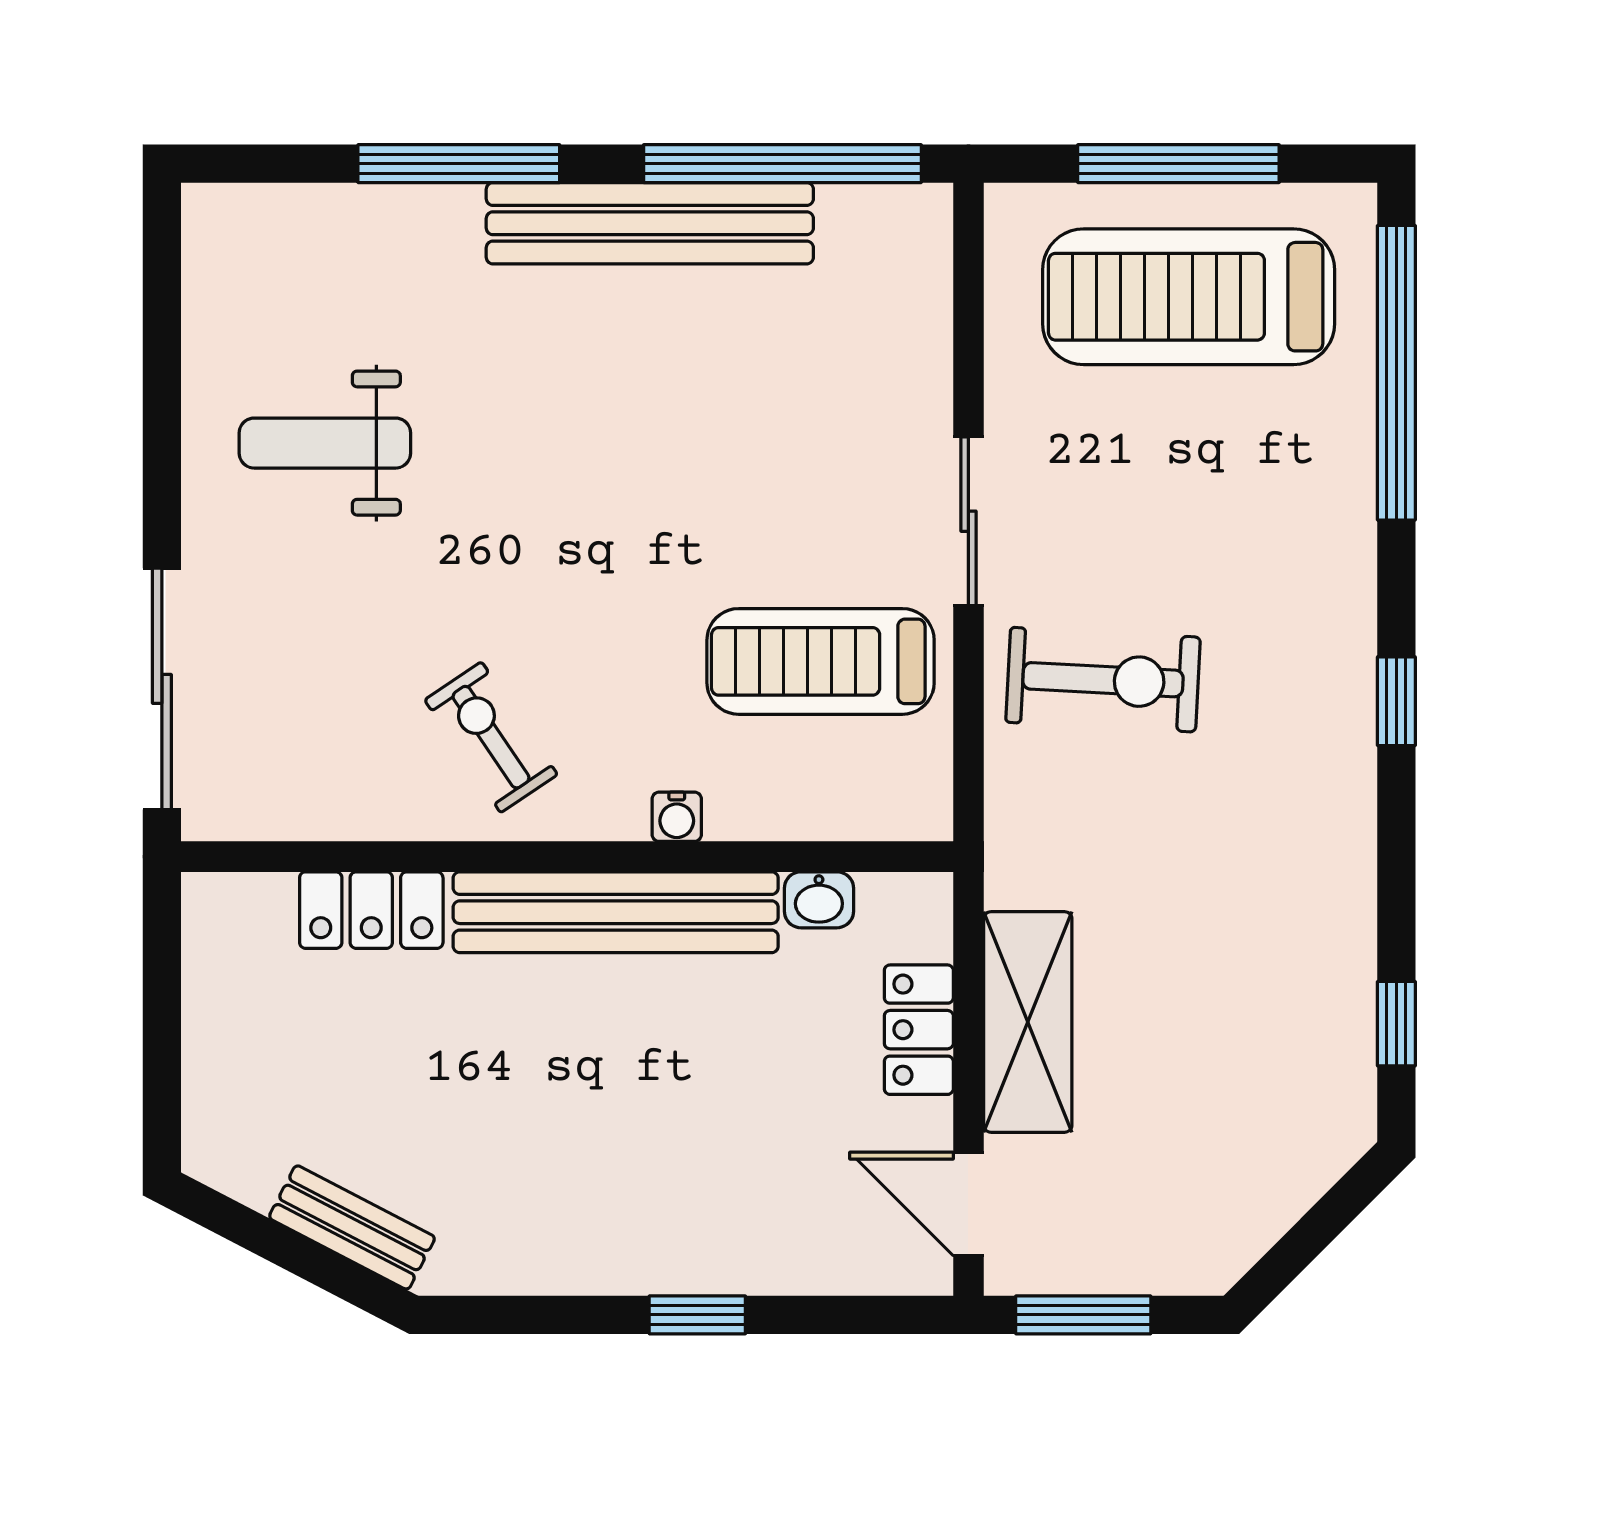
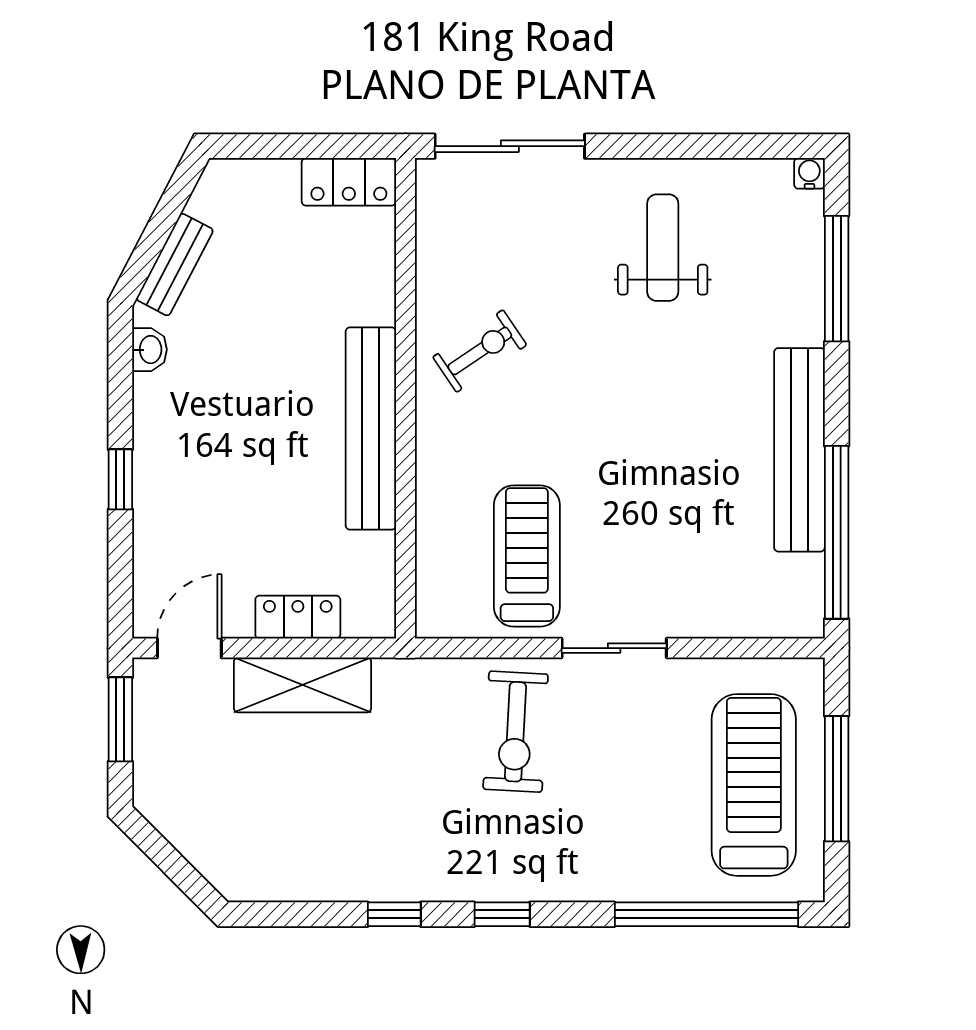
window: (459, 164) -> (837, 279), moved
water cooler: (677, 817) -> (809, 173), moved, turned 90
washbasin: (819, 900) -> (150, 350), moved, turned 180
locker: (371, 910) -> (349, 182), moved, turned -90
window: (1396, 1024) -> (394, 914), moved

